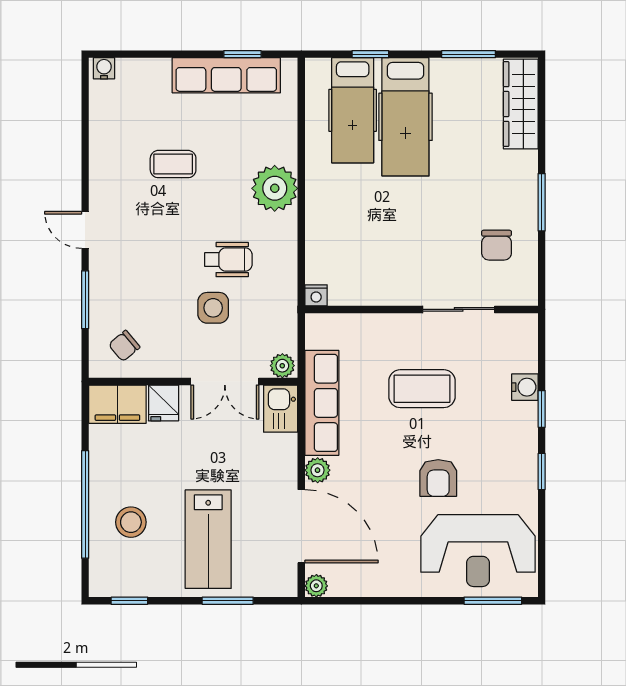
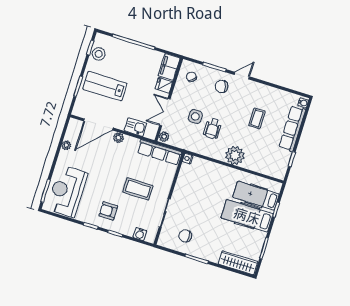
row of seats: (226, 75) -> (292, 128), moved
chair: (125, 269) -> (222, 86), added
water cooler: (525, 387) -> (140, 234), moved
coffee table: (422, 389) -> (138, 189), turned 90
row of seats: (322, 403) -> (159, 152), moved
kitchen sink: (281, 409) -> (136, 127), moved
armchair: (438, 478) -> (108, 211), moved
stool: (131, 522) -> (99, 54), moved
plant: (316, 586) -> (66, 145), moved

